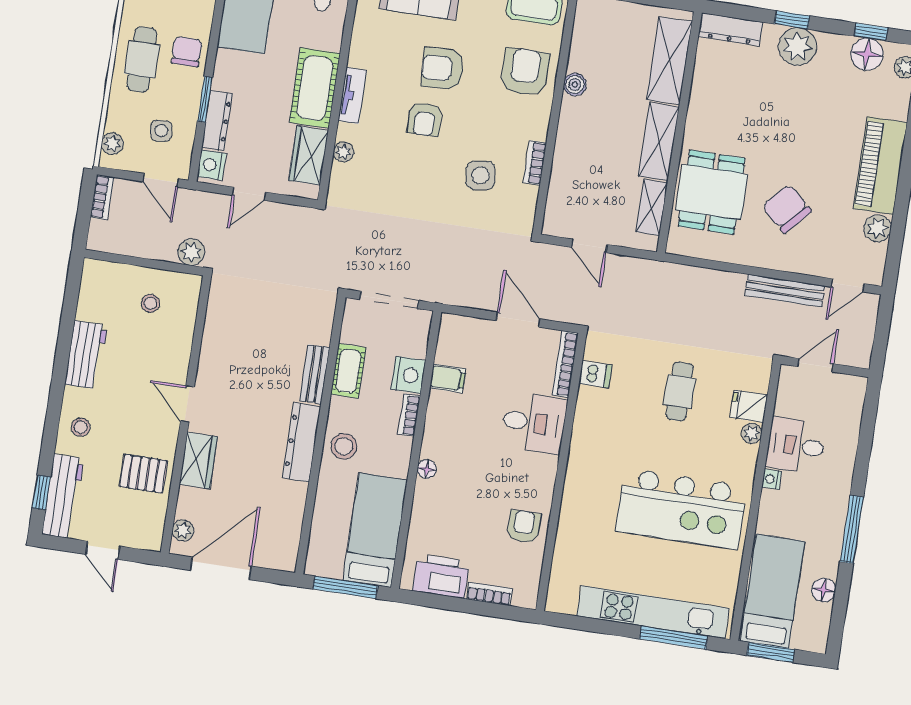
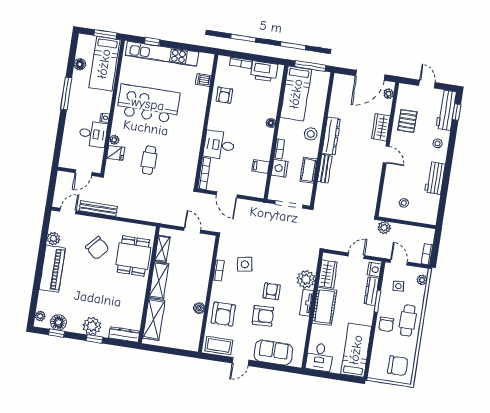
plant: (343, 152) -> (306, 279), width x1.88, depth x1.88
dishwasher: (595, 374) -> (203, 80), moved
pallet: (143, 474) -> (407, 121), turned 90
window: (674, 638) -> (152, 42), width x0.46

